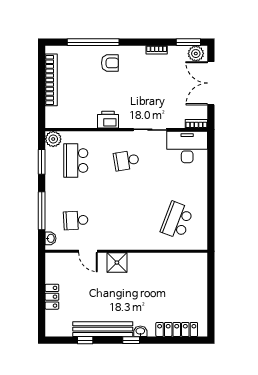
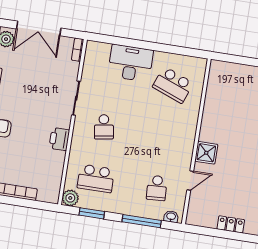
desk: (187, 147) -> (131, 63), moved, turned 90

